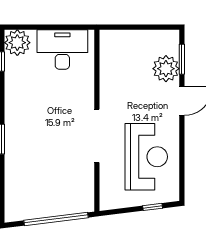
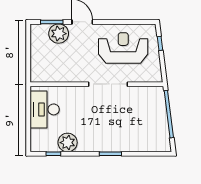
plant: (17, 43) -> (68, 143), moved

